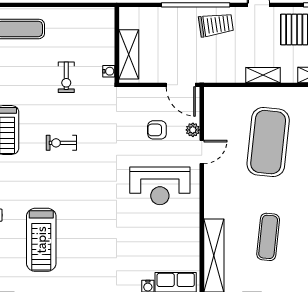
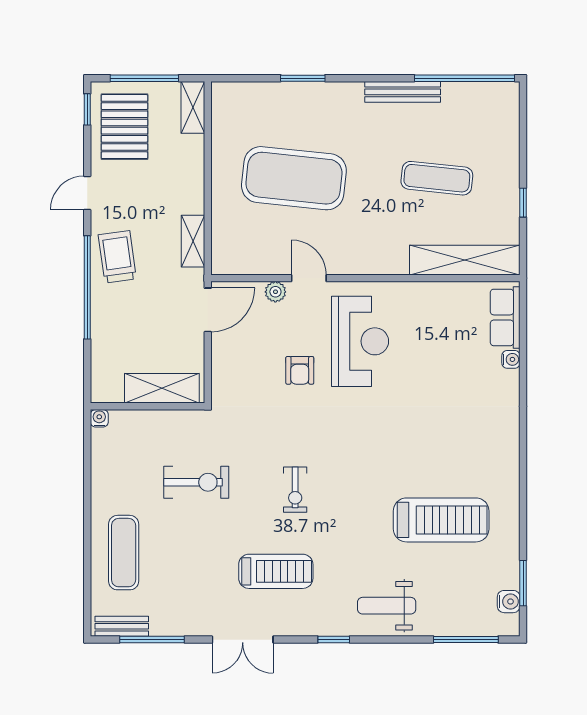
water cooler: (109, 71) -> (99, 418), moved
shelving: (263, 75) -> (193, 241), moved
exercise bike: (66, 77) -> (196, 482), width x1.38, depth x1.39
armchair: (157, 130) -> (300, 370), moved

